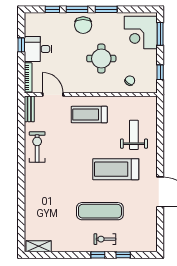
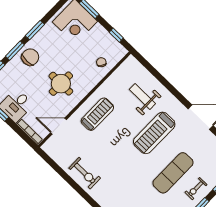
chair: (83, 25) -> (30, 57), turned -90
round table: (101, 59) -> (61, 84), moved
bench: (29, 109) -> (52, 153), removed
treadmill: (89, 115) -> (97, 114), turned 180
exercise bike: (37, 147) -> (85, 173), turned 180

